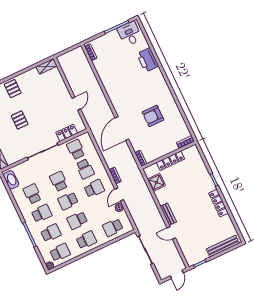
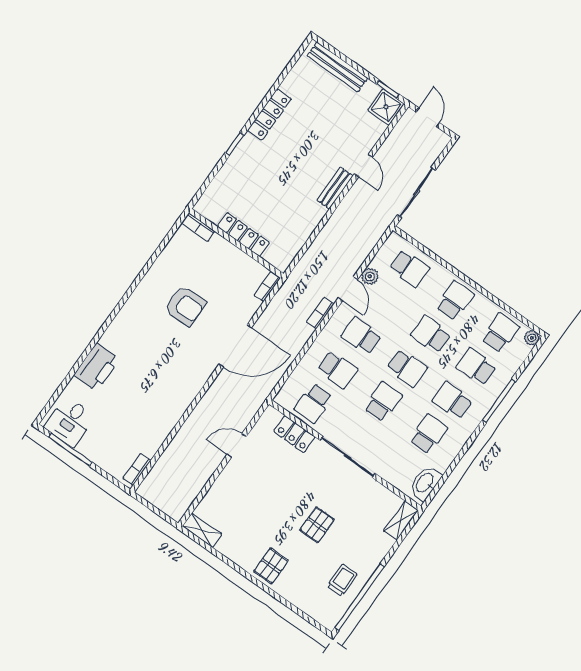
school desk: (85, 169) -> (337, 369), turned 90
school desk: (59, 181) -> (383, 402), turned 180
shower: (156, 182) -> (386, 107), moved
school desk: (32, 194) -> (428, 434), turned 180
door: (119, 194) -> (348, 289), hinge flipped
school desk: (77, 220) -> (431, 334), turned 180
school desk: (86, 240) -> (455, 301), turned 90
school desk: (60, 252) -> (500, 333), turned 90
door: (177, 274) -> (428, 117), hinge flipped

